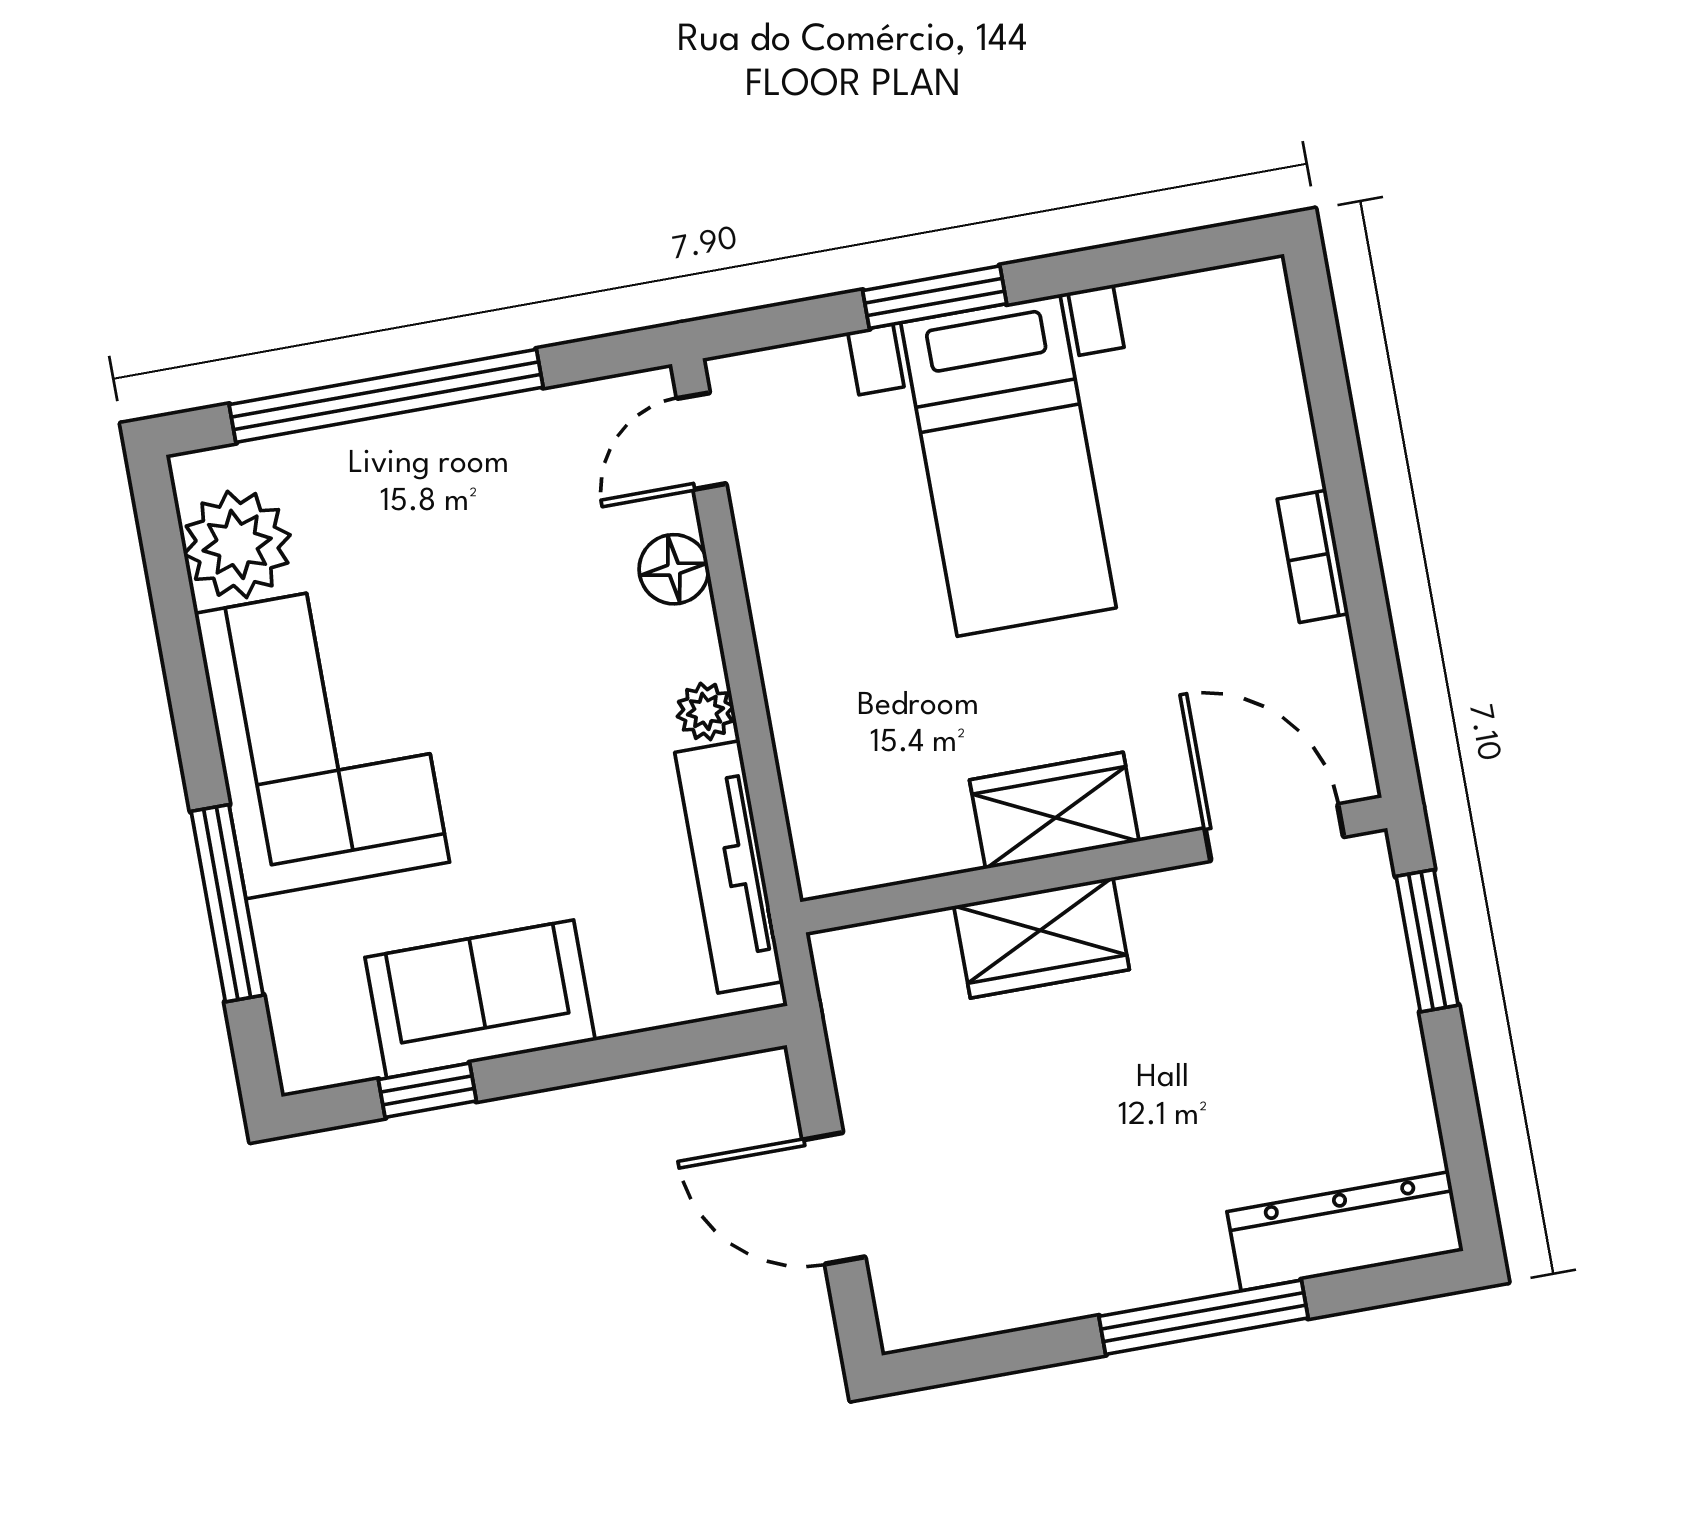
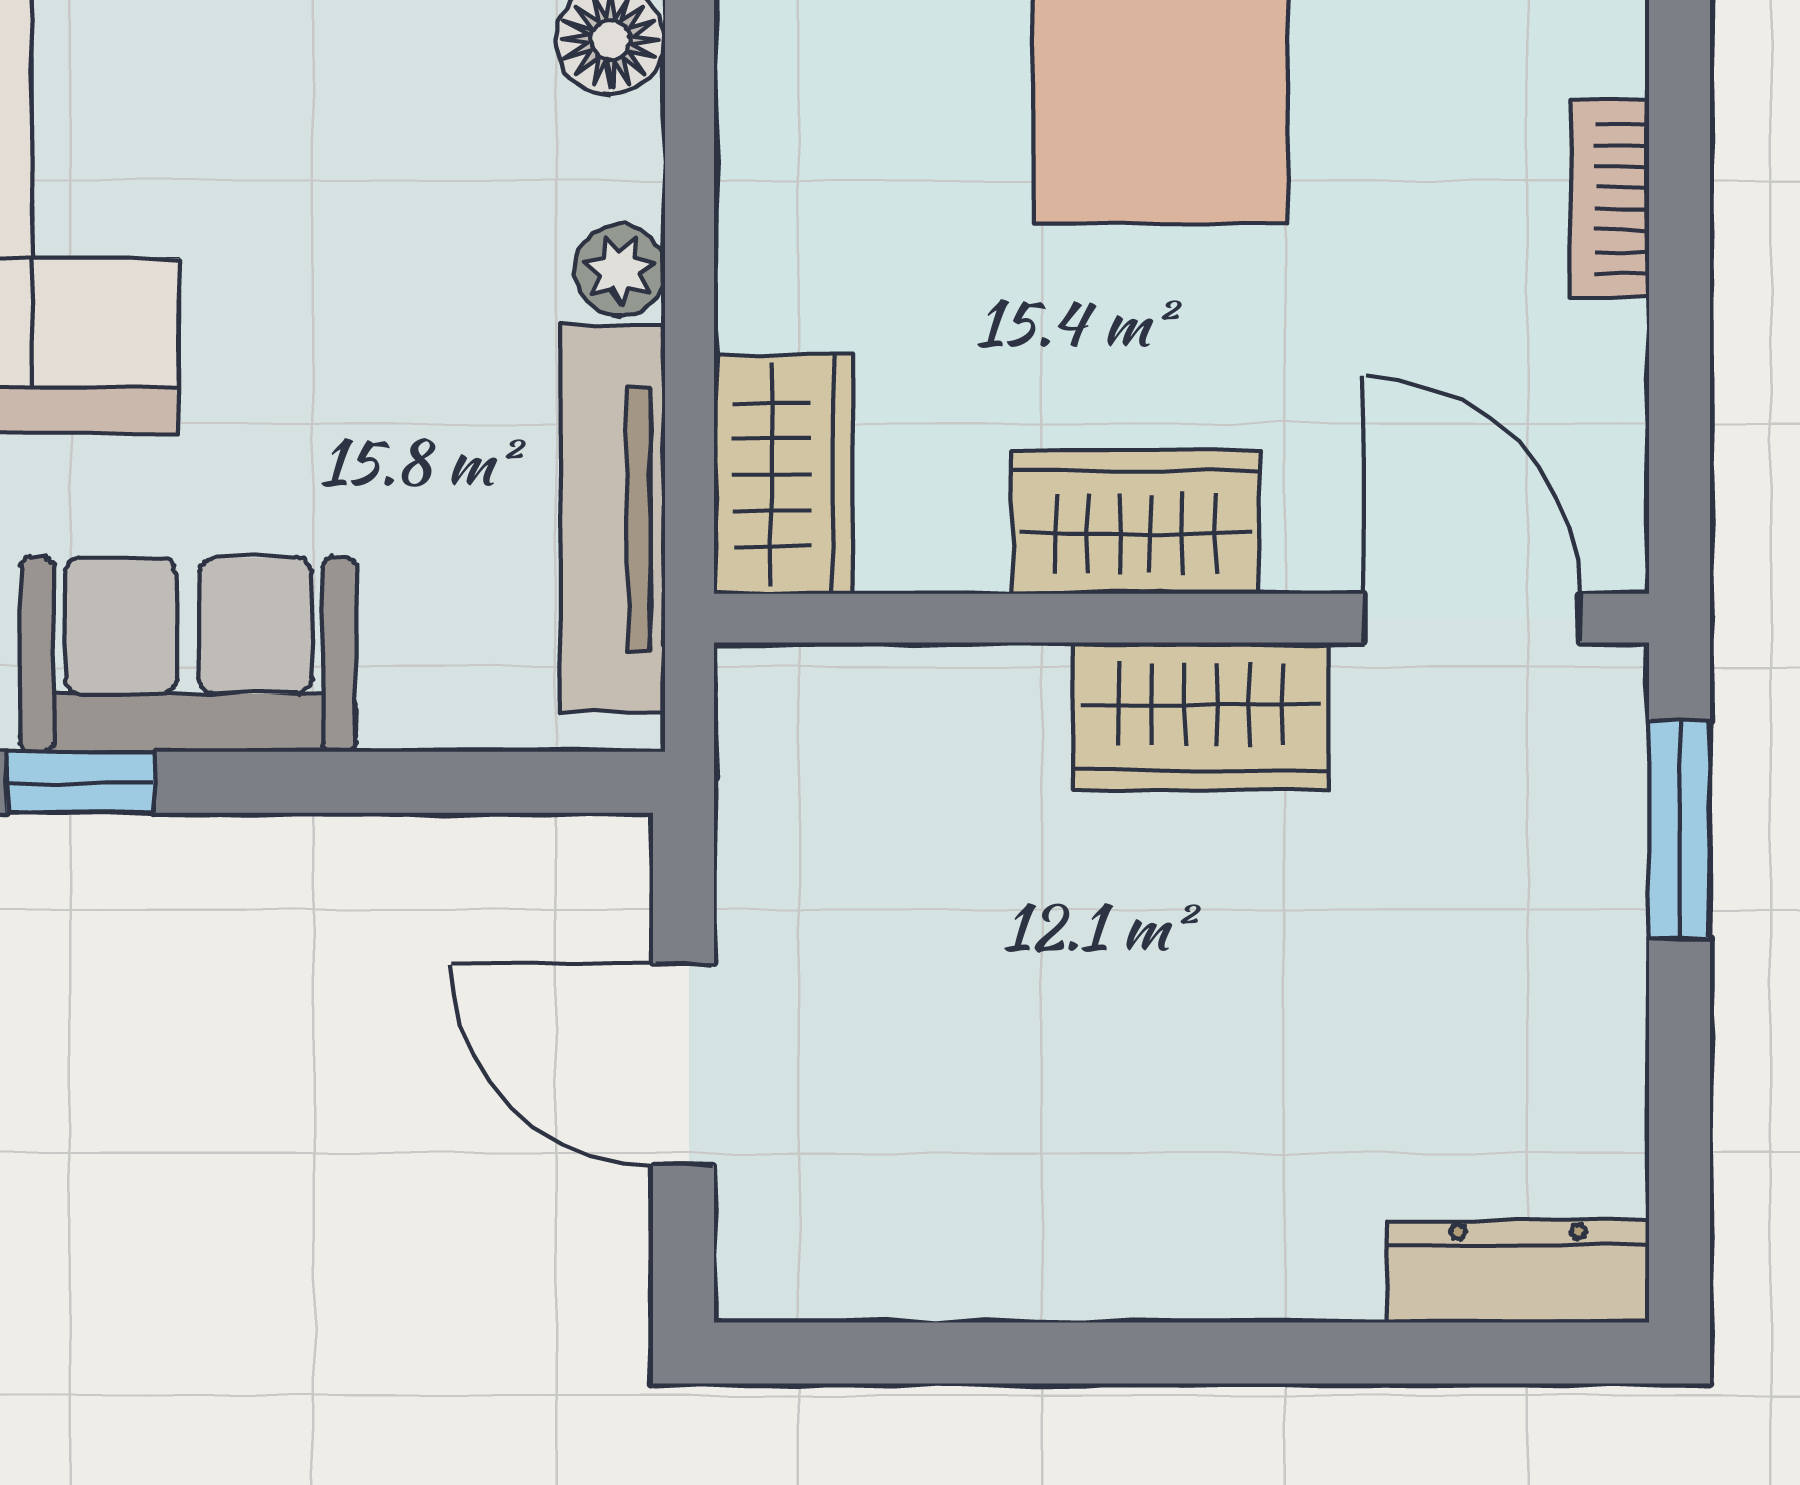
wardrobe: (830, 820) -> (783, 474), added
wardrobe: (1042, 938) -> (1201, 717), moved
dresser: (1345, 1231) -> (1518, 1271), width x0.73, depth x0.80
window: (1204, 1317) -> (1226, 1353), removed

